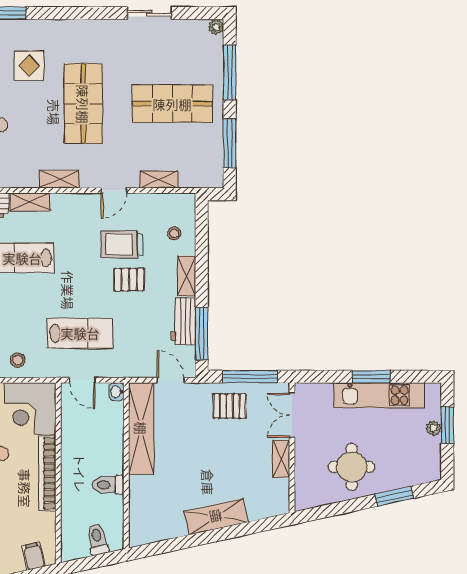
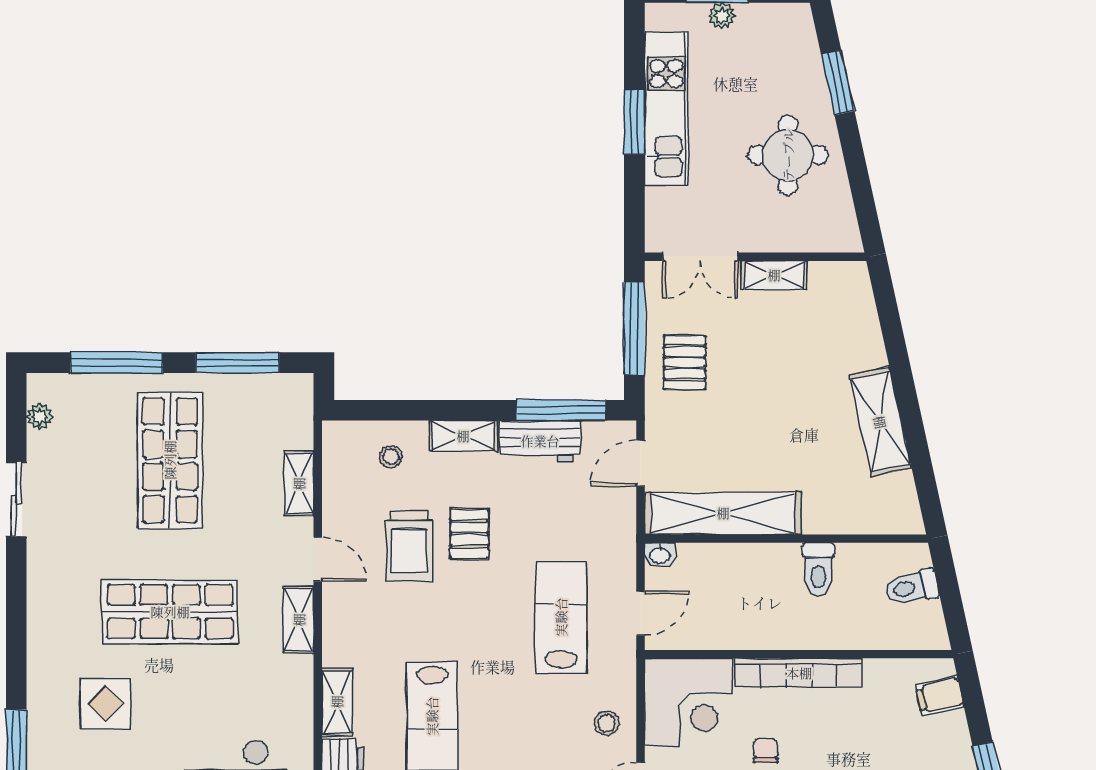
plant: (216, 27) -> (40, 416), moved
shelving: (59, 179) -> (299, 620), moved
shelving: (216, 517) -> (880, 422), moved

